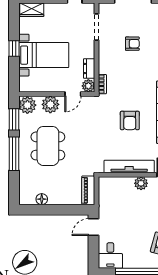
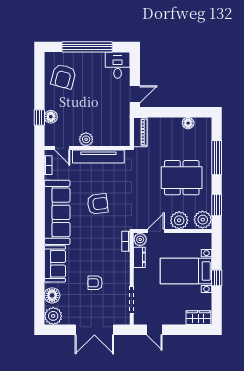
armchair: (130, 120) -> (98, 204), turned 83
dining table: (48, 146) -> (182, 178), turned 90
window: (14, 154) -> (217, 158), moved

